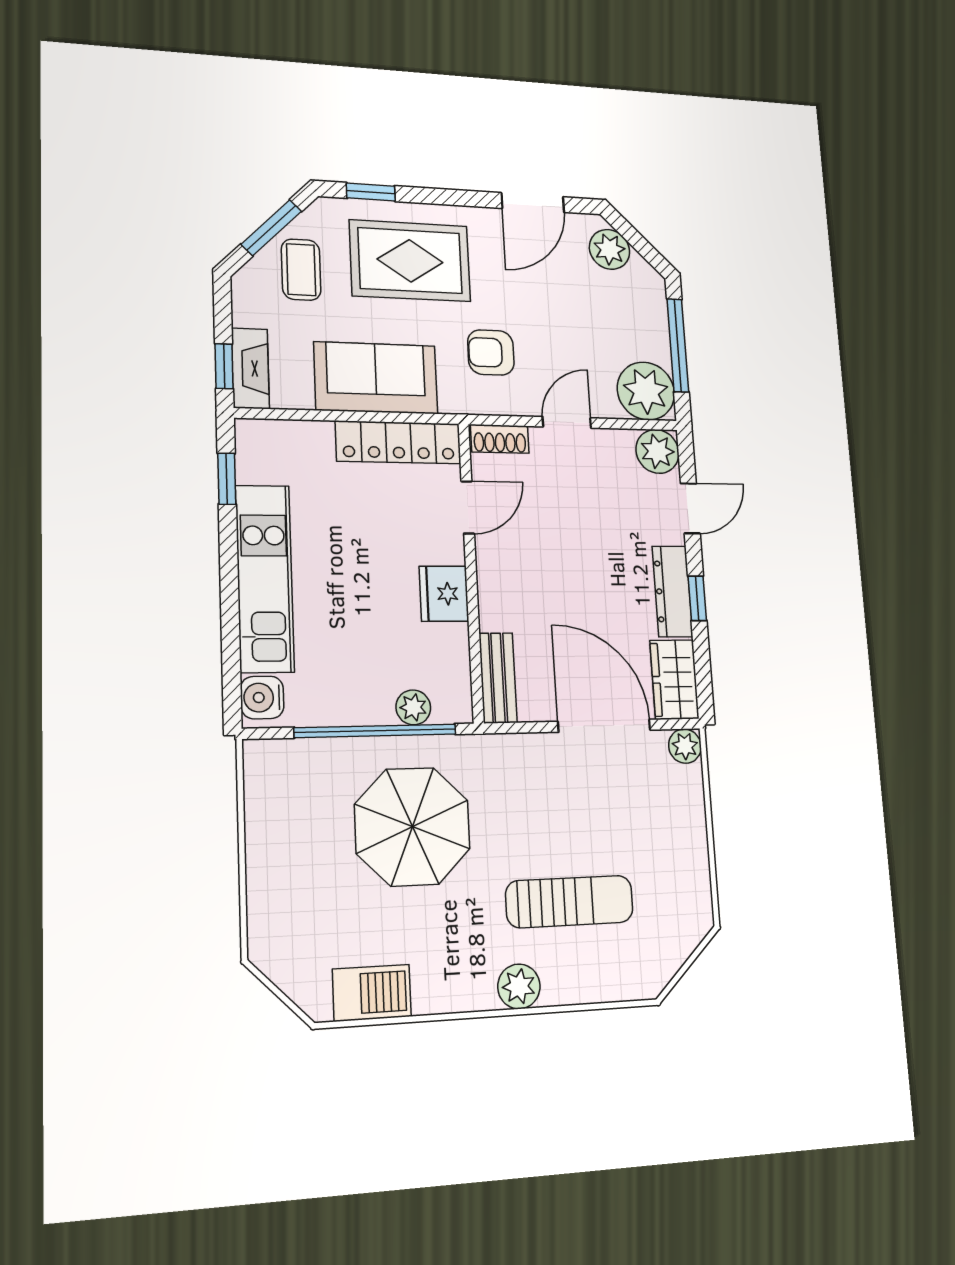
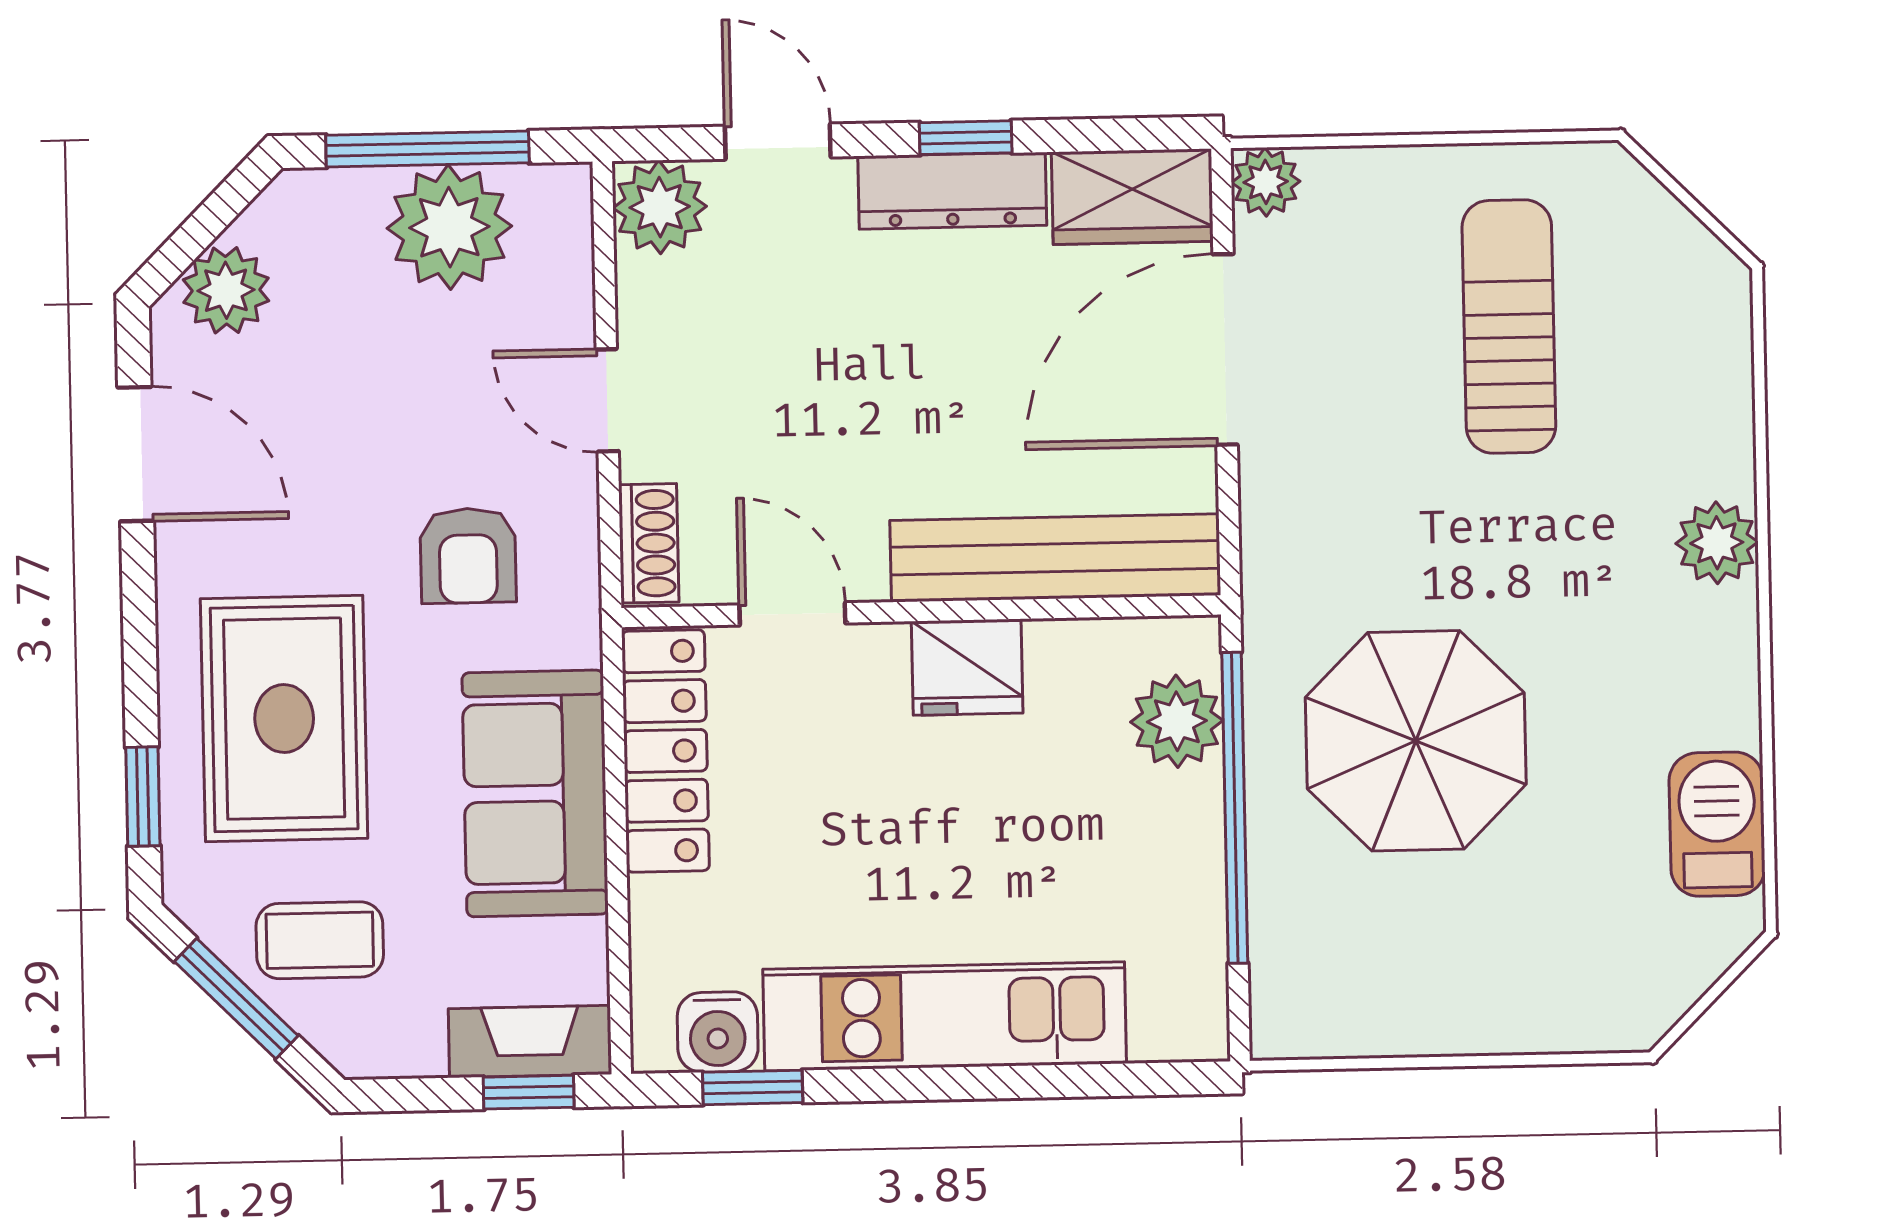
plant: (646, 391) -> (449, 227), moved
bench: (498, 678) -> (1055, 558), width x1.86, depth x1.21
water cooler: (262, 698) -> (718, 1032), moved
plant: (413, 707) -> (1177, 721), width x1.38, depth x1.38
sun lounger: (570, 902) -> (1509, 327), moved

